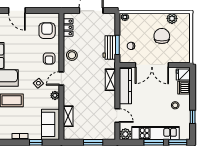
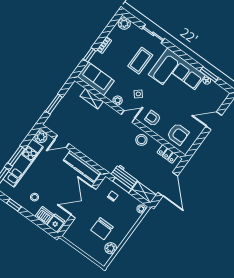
chair: (162, 36) -> (102, 229), turned 90
door: (61, 79) -> (128, 116), hinge flipped
shelving: (110, 80) -> (144, 192), moved

